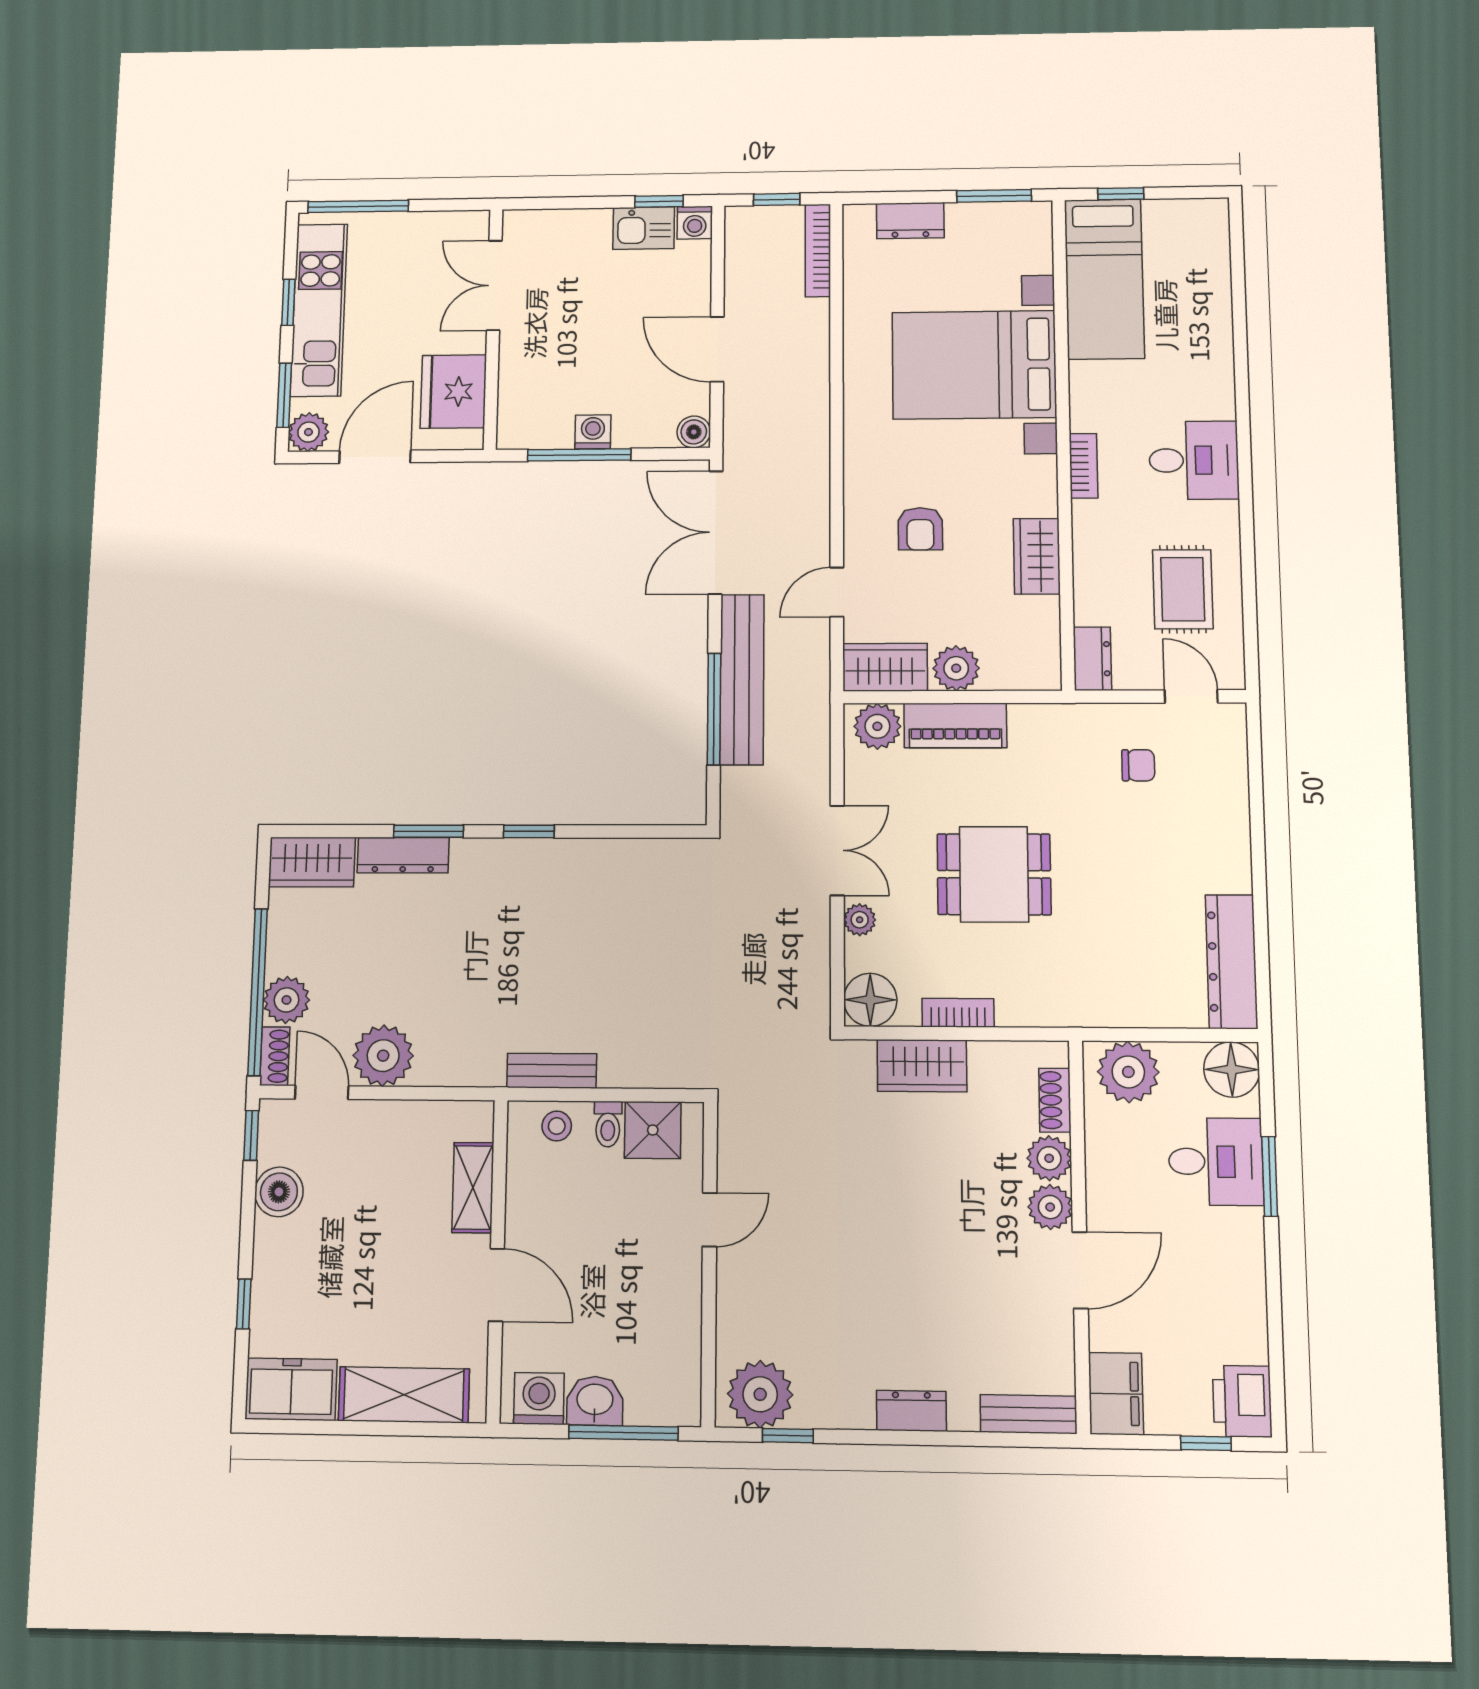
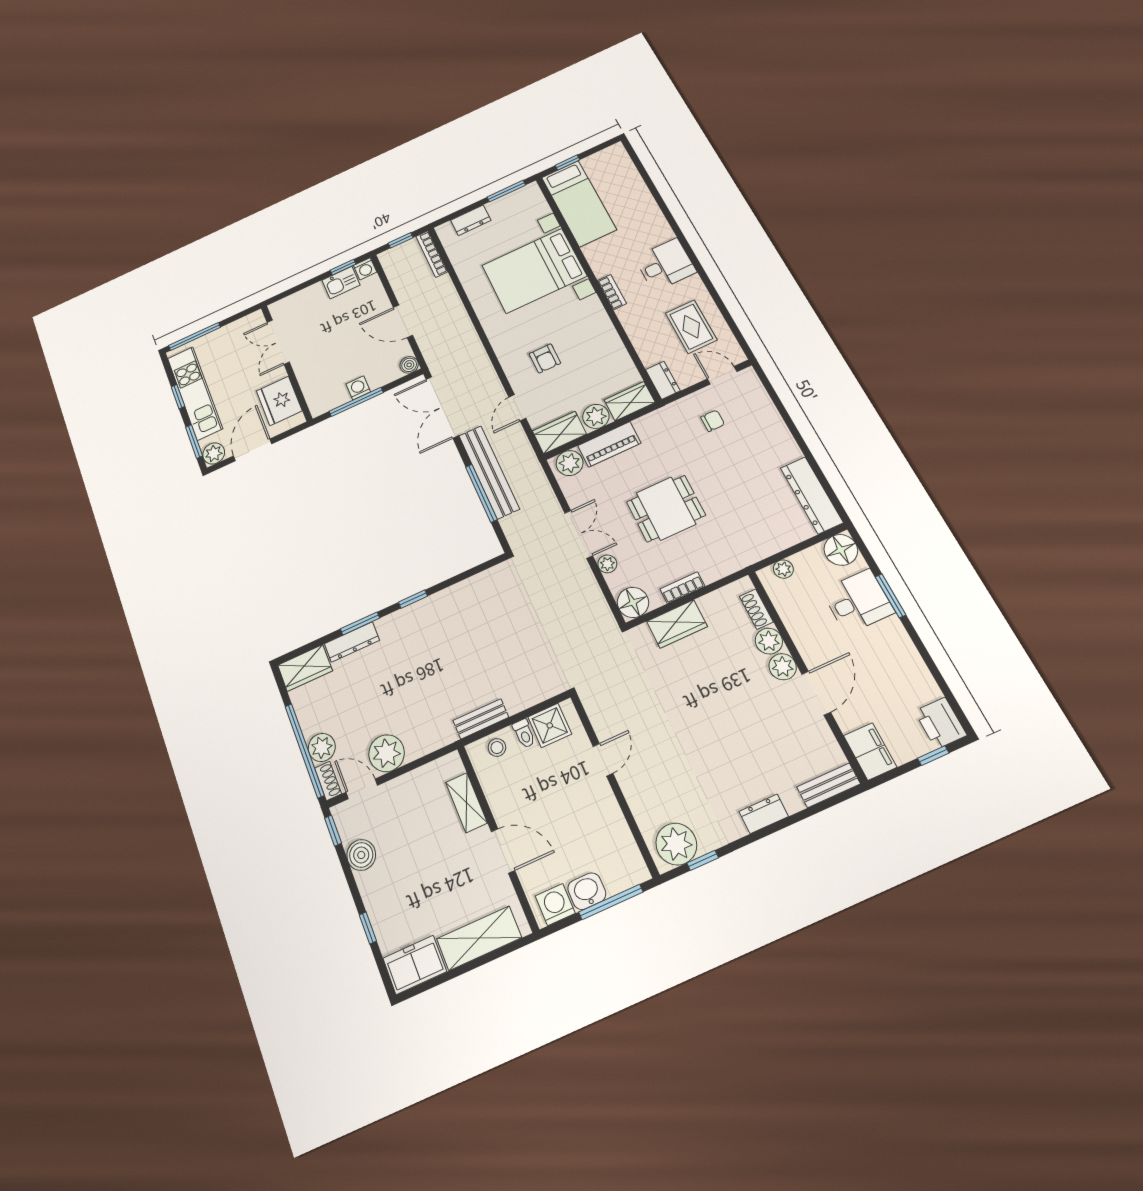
wardrobe: (1037, 556) -> (630, 401), moved, turned 90
plant: (1128, 1072) -> (783, 569), width x0.53, depth x0.53

